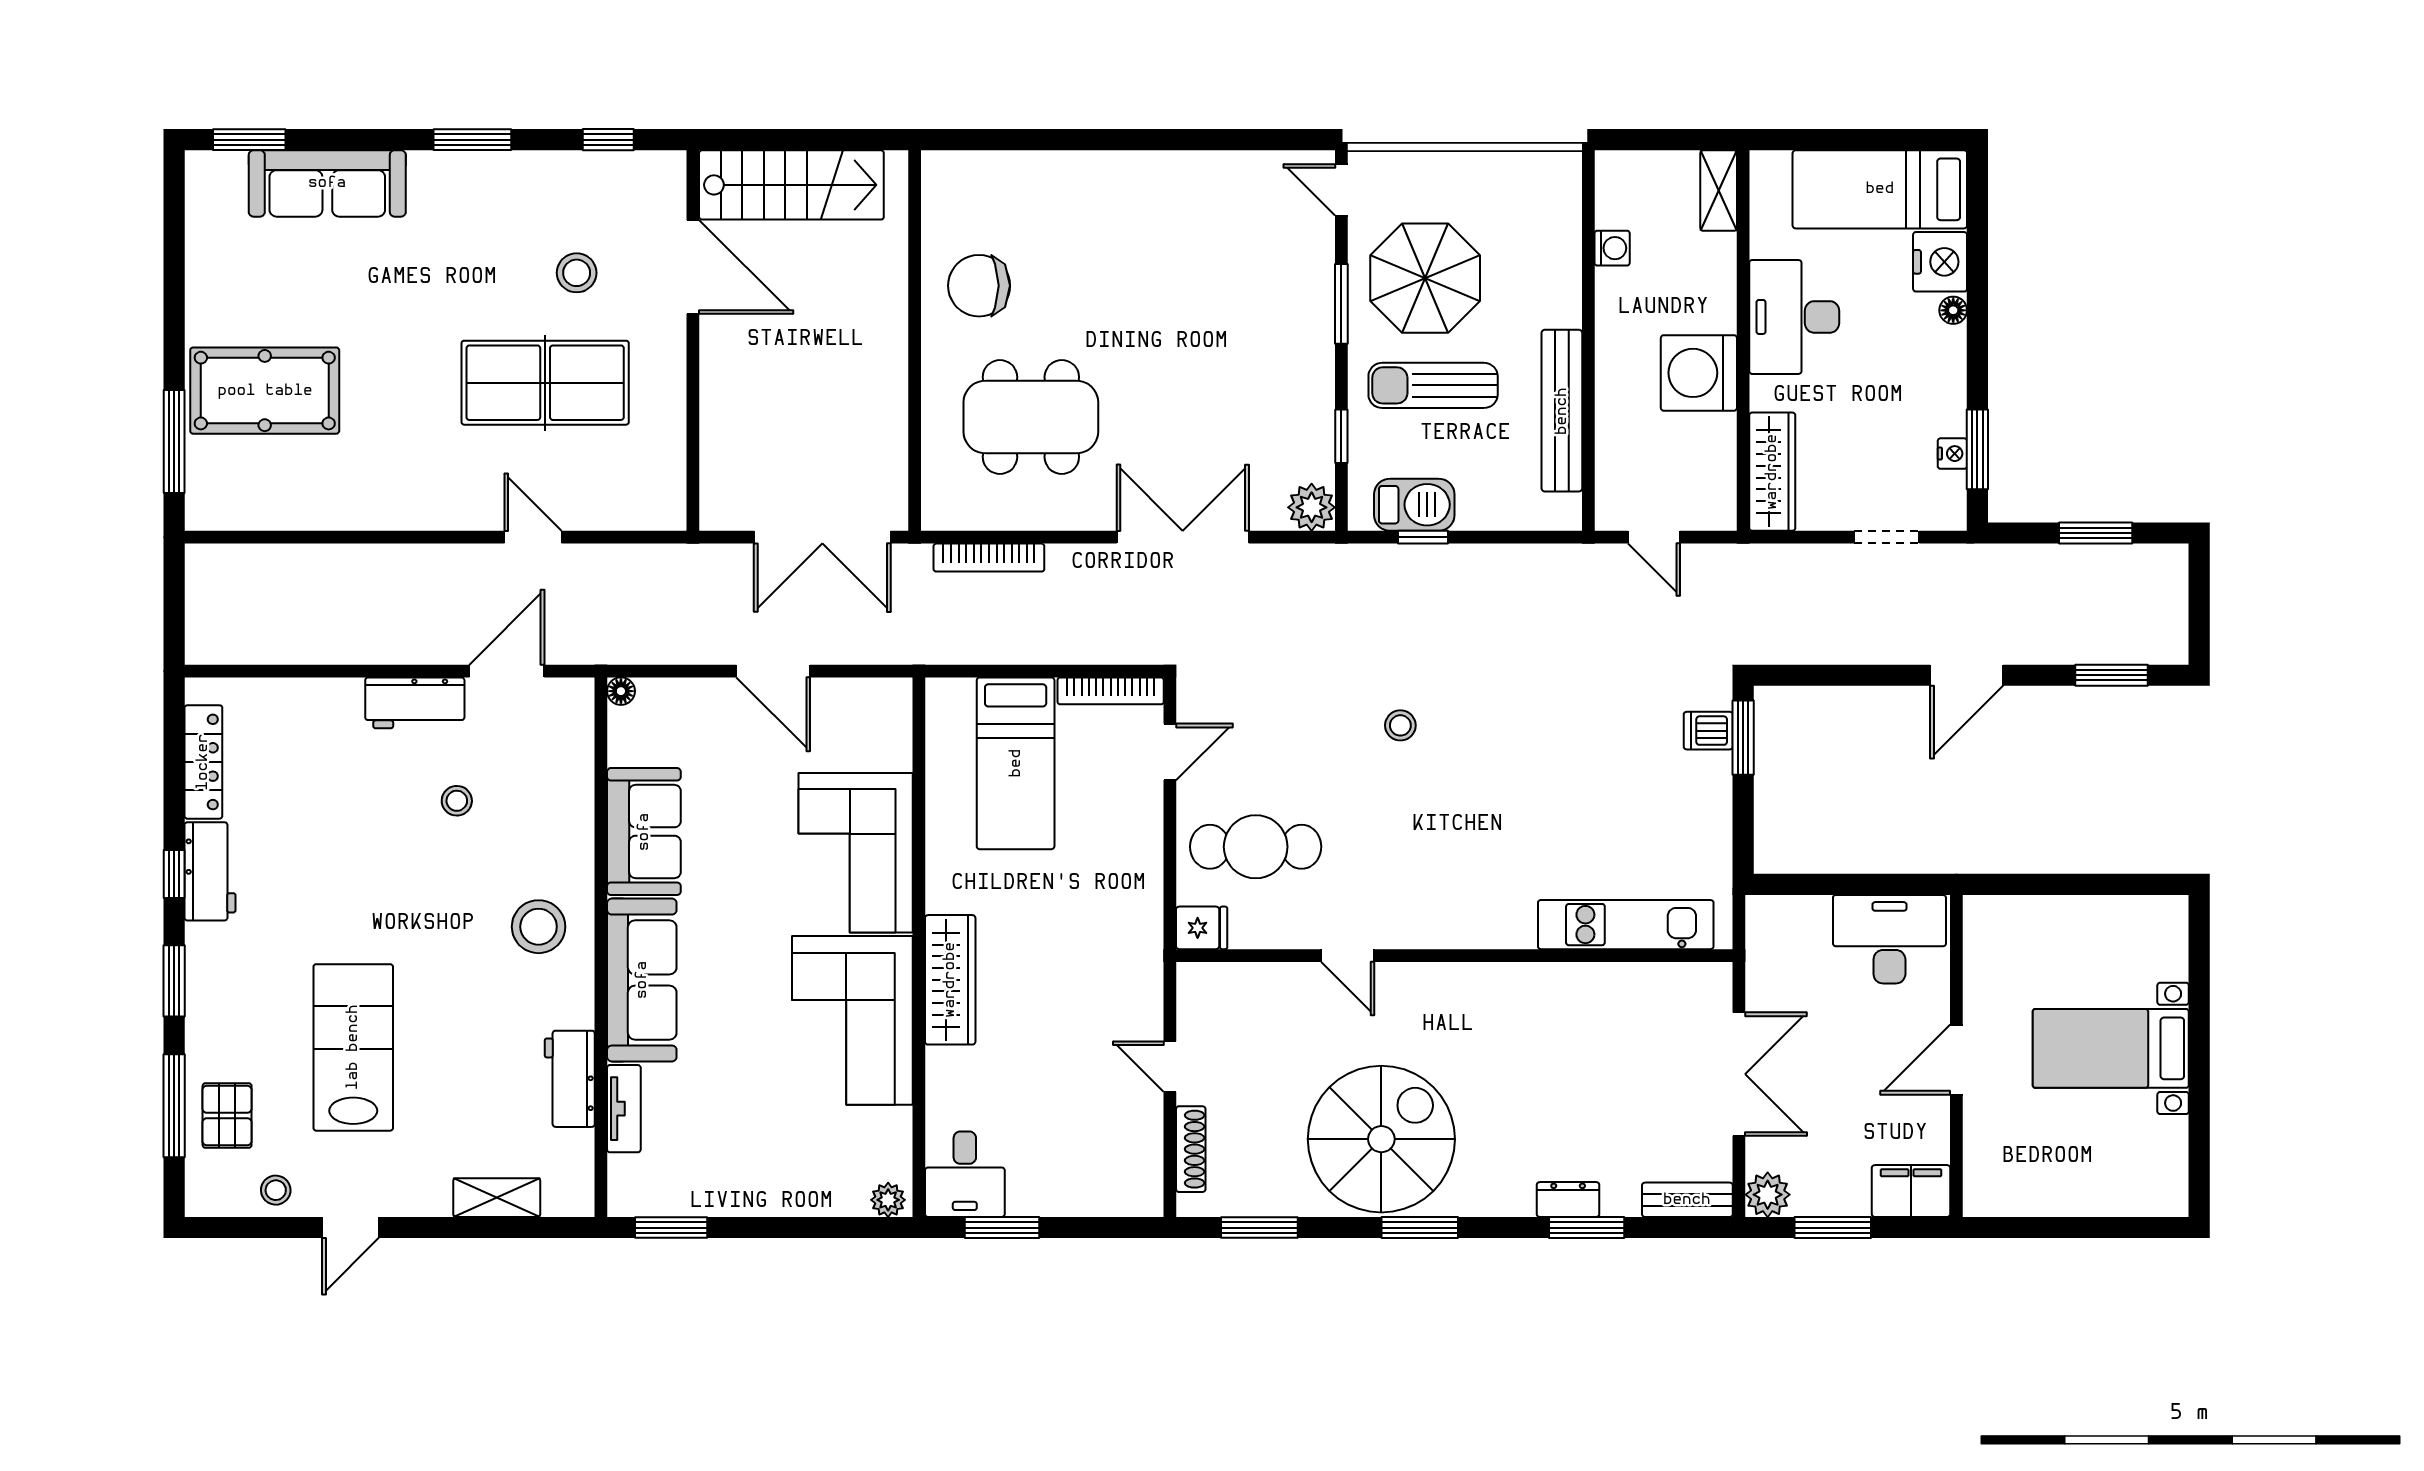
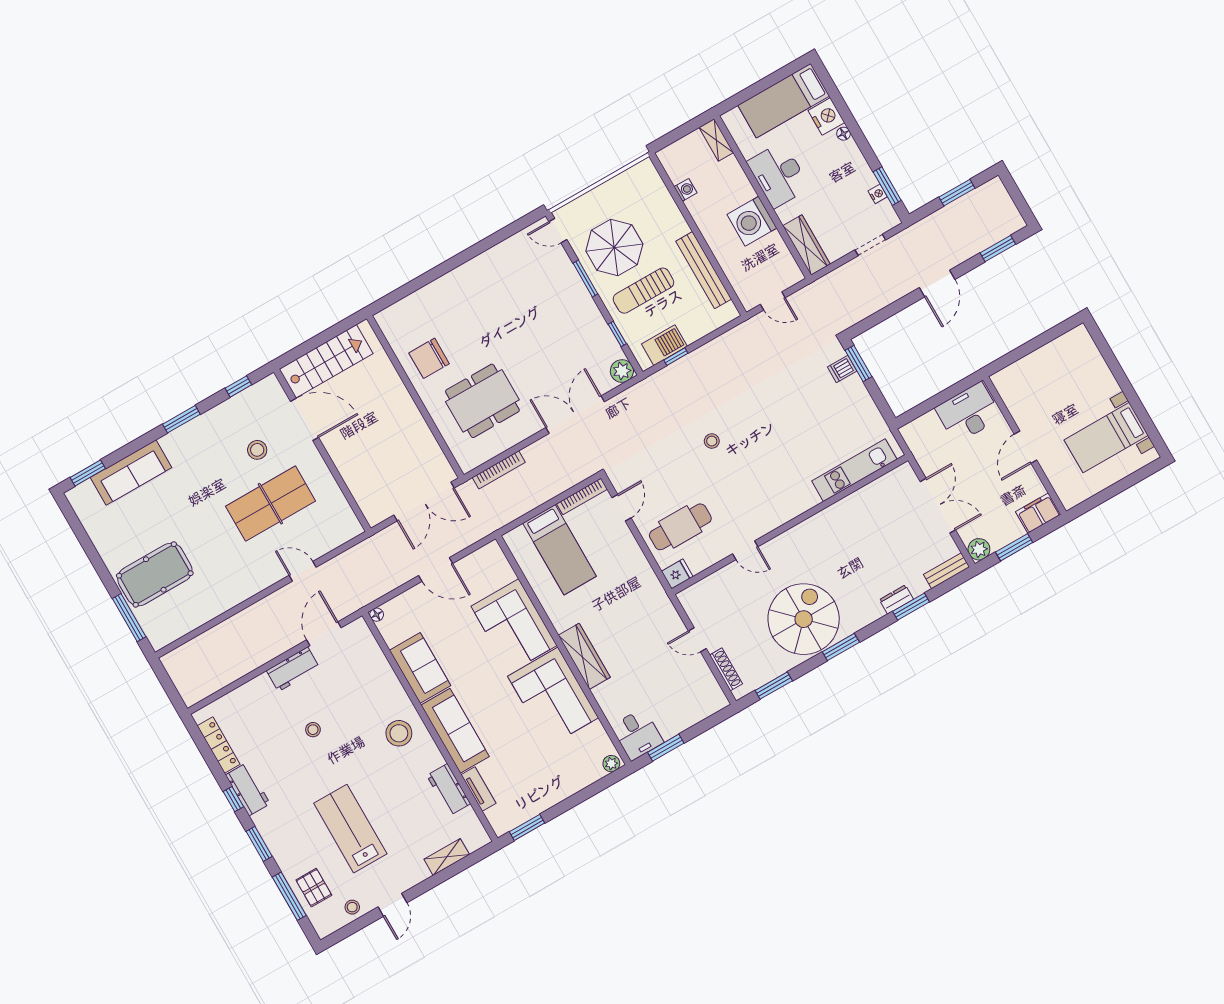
stool: (457, 801) -> (313, 730), moved
bed with nightstands: (2111, 1048) -> (1106, 438), moved

